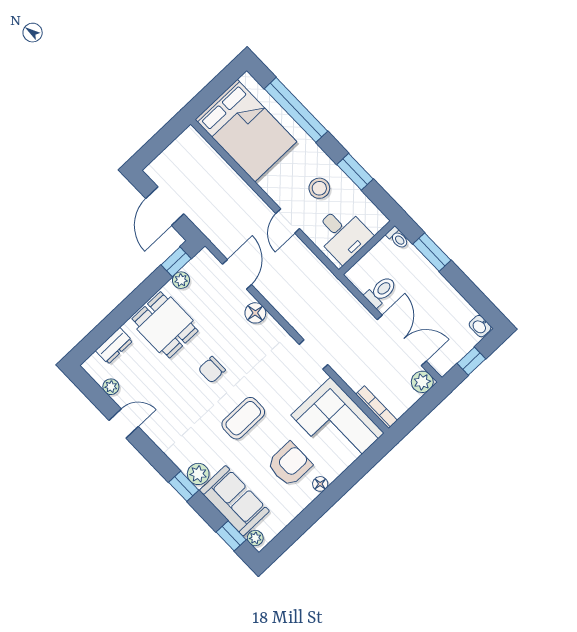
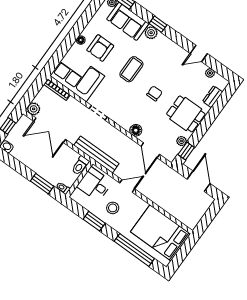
door: (288, 221) -> (127, 186), hinge flipped
bench: (330, 284) -> (96, 154), added
toilet: (381, 291) -> (80, 166), moved

